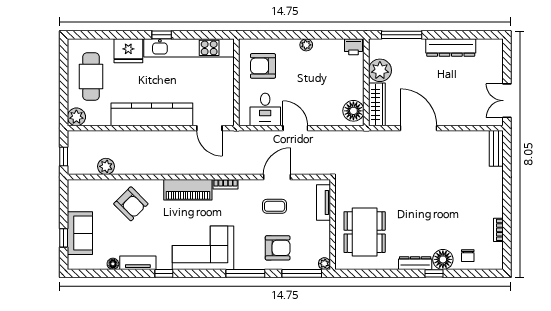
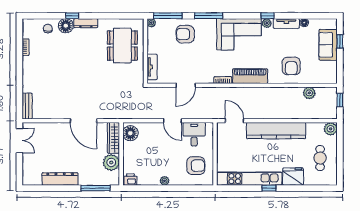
cafe table: (91, 77) -> (320, 158), width x0.73, depth x0.74
armchair: (131, 204) -> (291, 66), turned -135
coffee table: (275, 206) -> (187, 64), removed
plant: (165, 263) -> (267, 23), added

